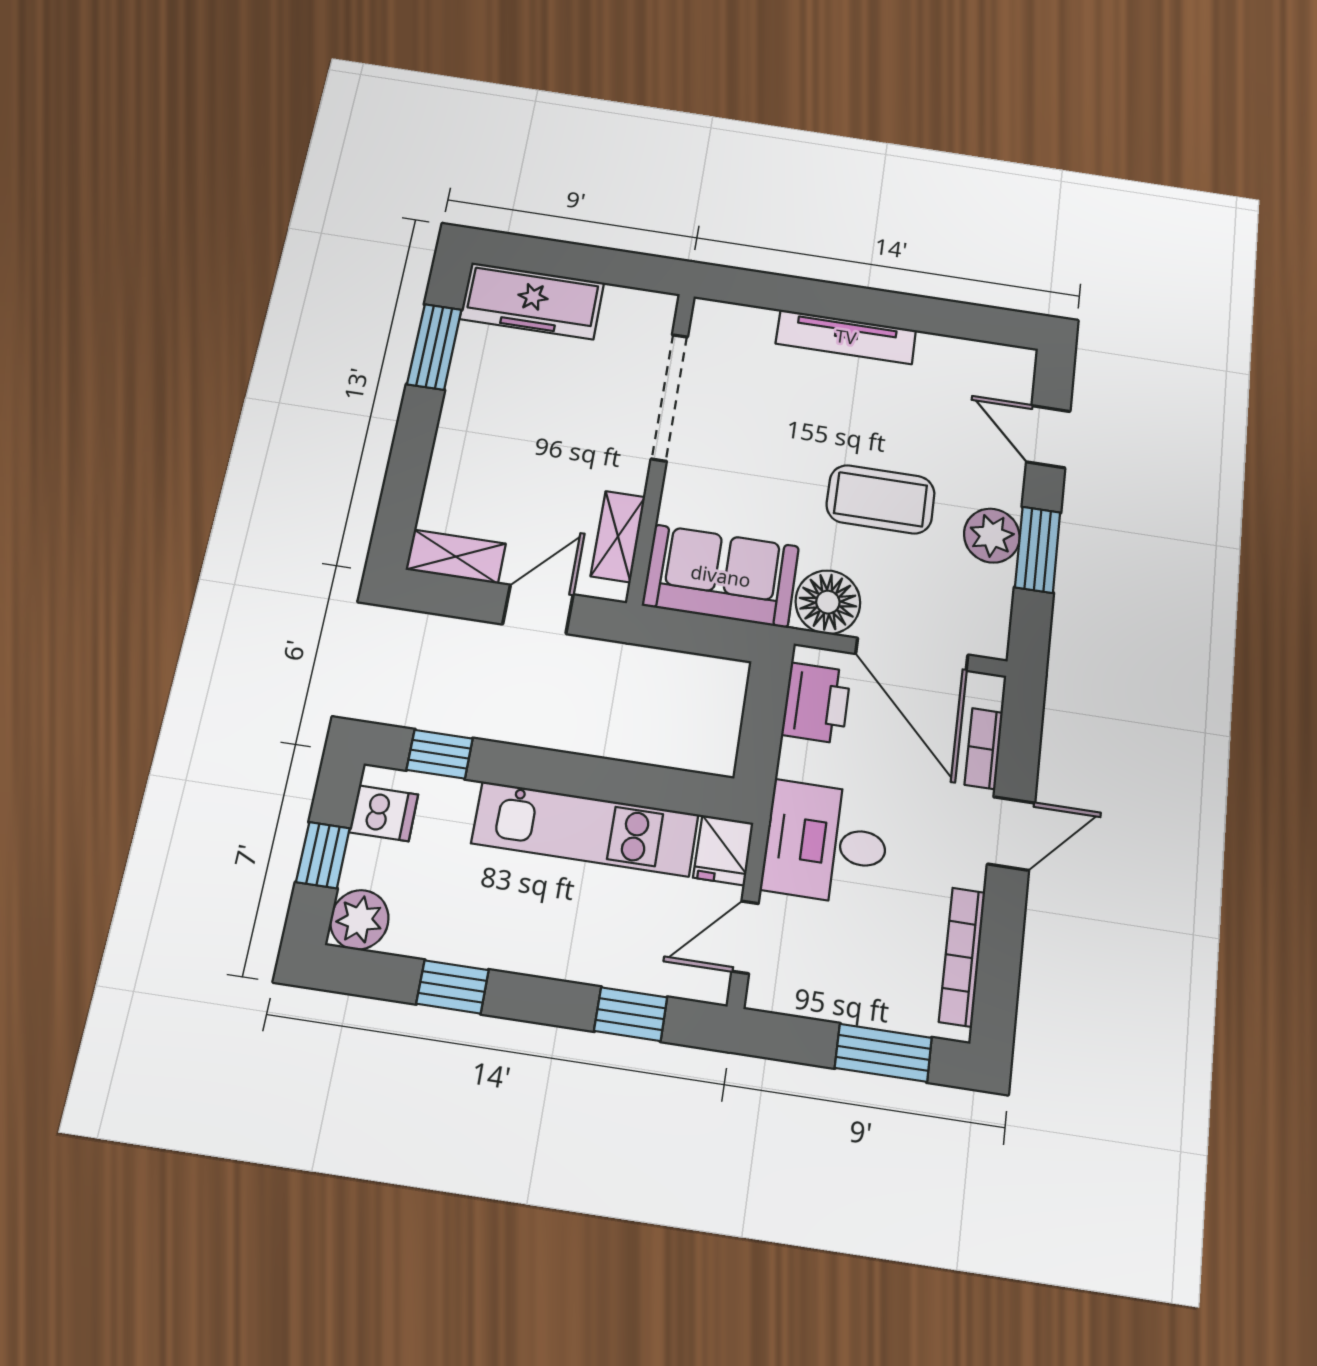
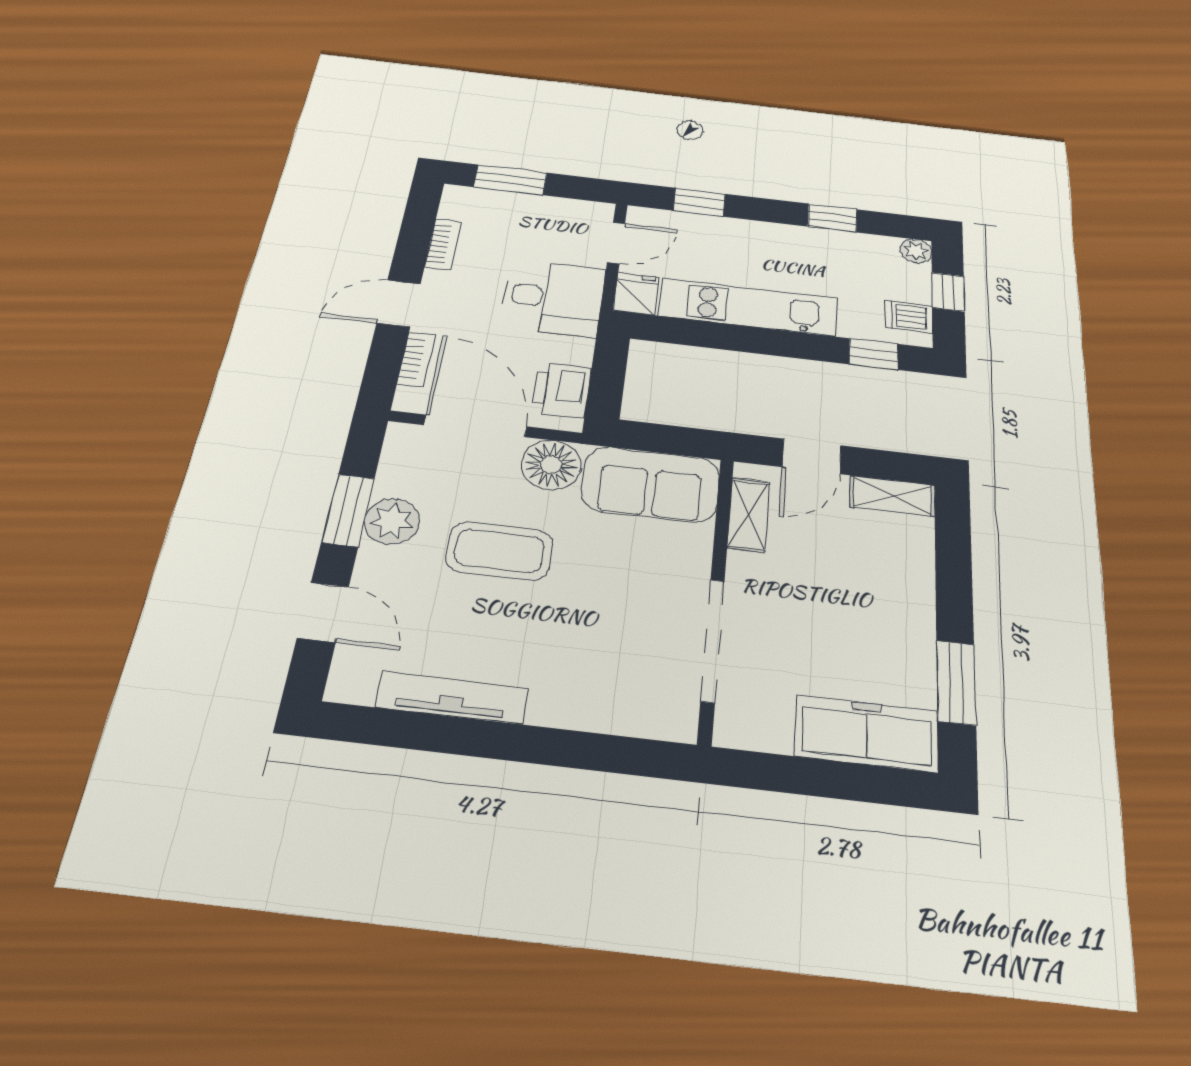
tv unit: (846, 337) -> (452, 698), moved
plant: (359, 920) -> (916, 251), width x0.73, depth x0.73
bookcase: (962, 957) -> (443, 244), width x0.64

